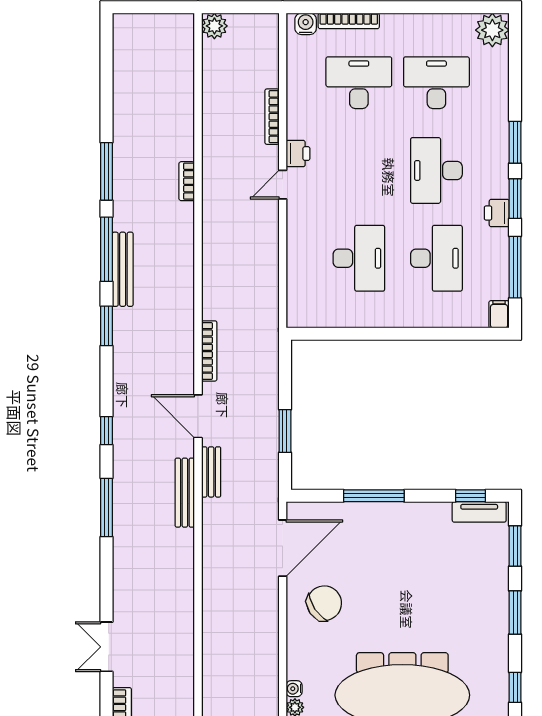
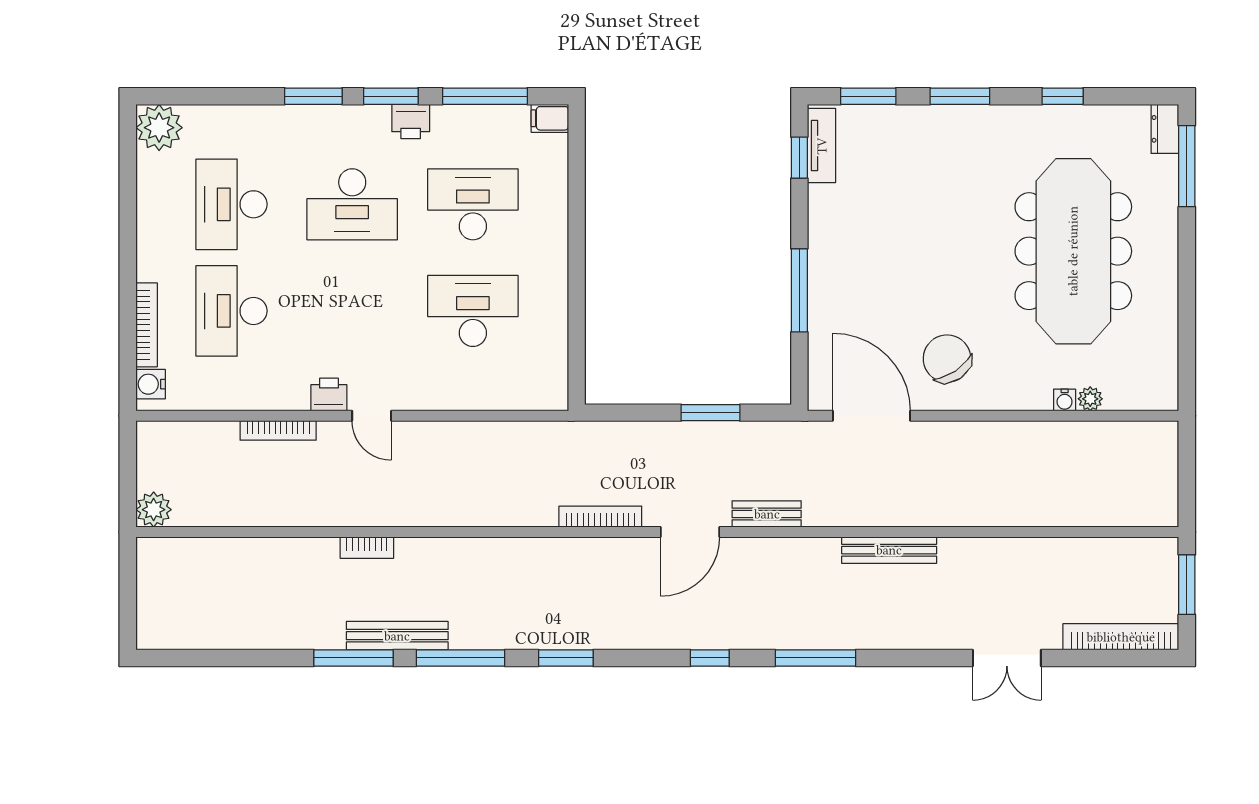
bench: (123, 269) -> (397, 636), moved
bench: (185, 493) -> (889, 550), moved

